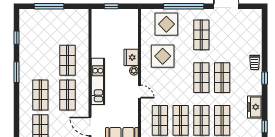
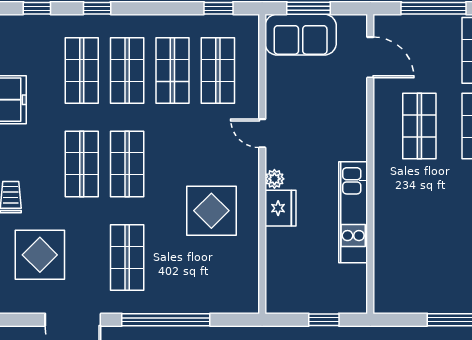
display table: (166, 24) -> (40, 255), moved
shop shelf: (67, 60) -> (419, 202), removed
kitchen unit: (98, 81) -> (353, 212), moved

